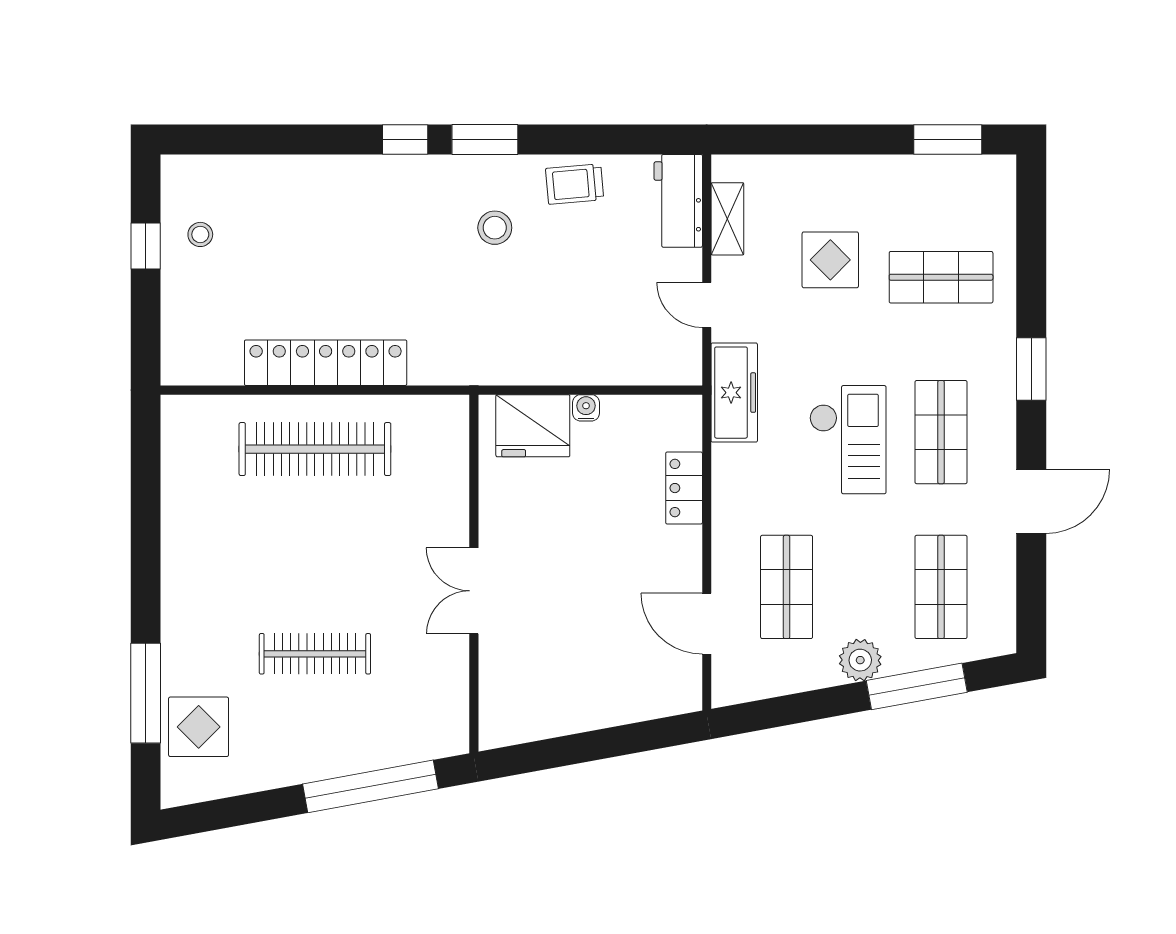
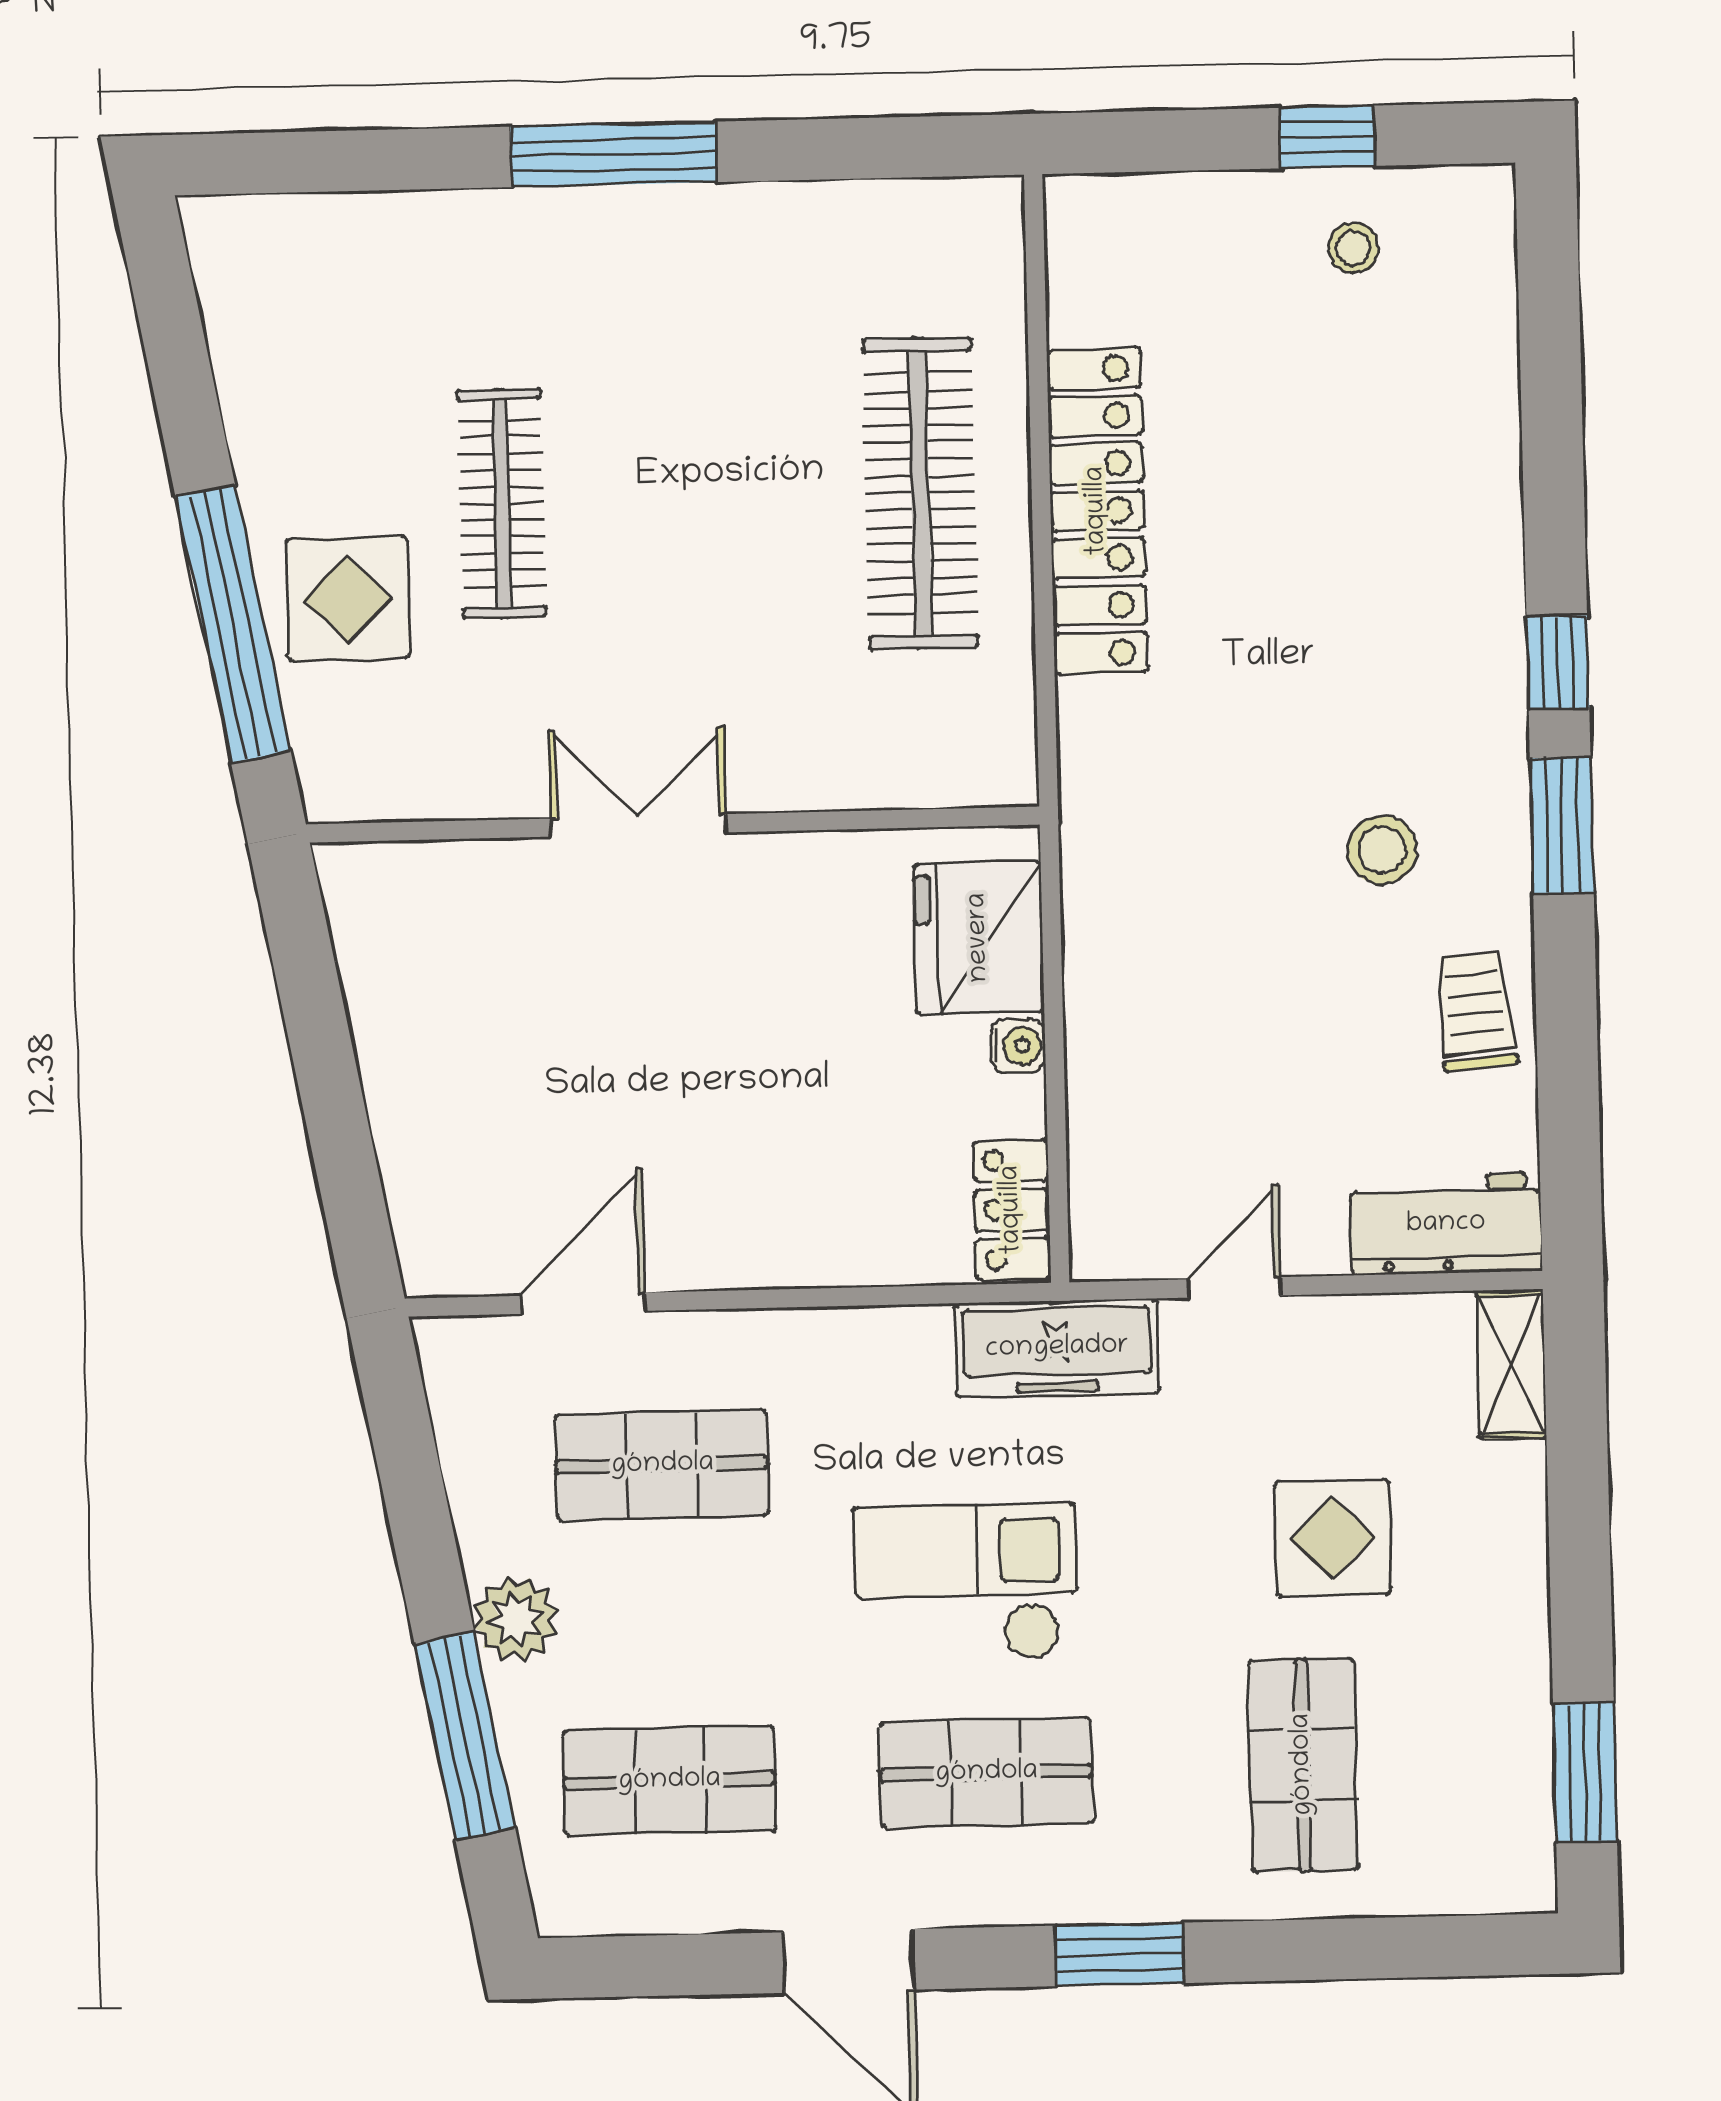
shelving: (727, 219) -> (1511, 1364), moved, turned 90
checkout: (848, 440) -> (966, 1583), turned 180
locker: (684, 488) -> (1012, 1210), moved, turned -90
window: (146, 693) -> (614, 154), moved
display table: (199, 727) -> (348, 599), moved

